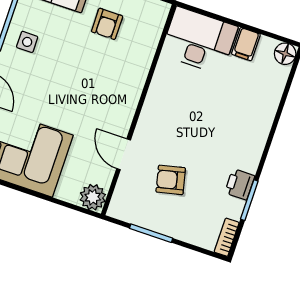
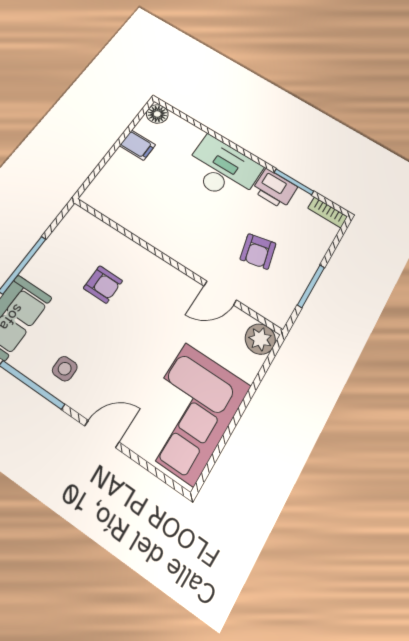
armchair: (107, 24) -> (103, 284), moved
desk: (199, 41) -> (222, 169), moved, turned 90
printer: (240, 184) -> (275, 189), width x1.36, depth x1.24

